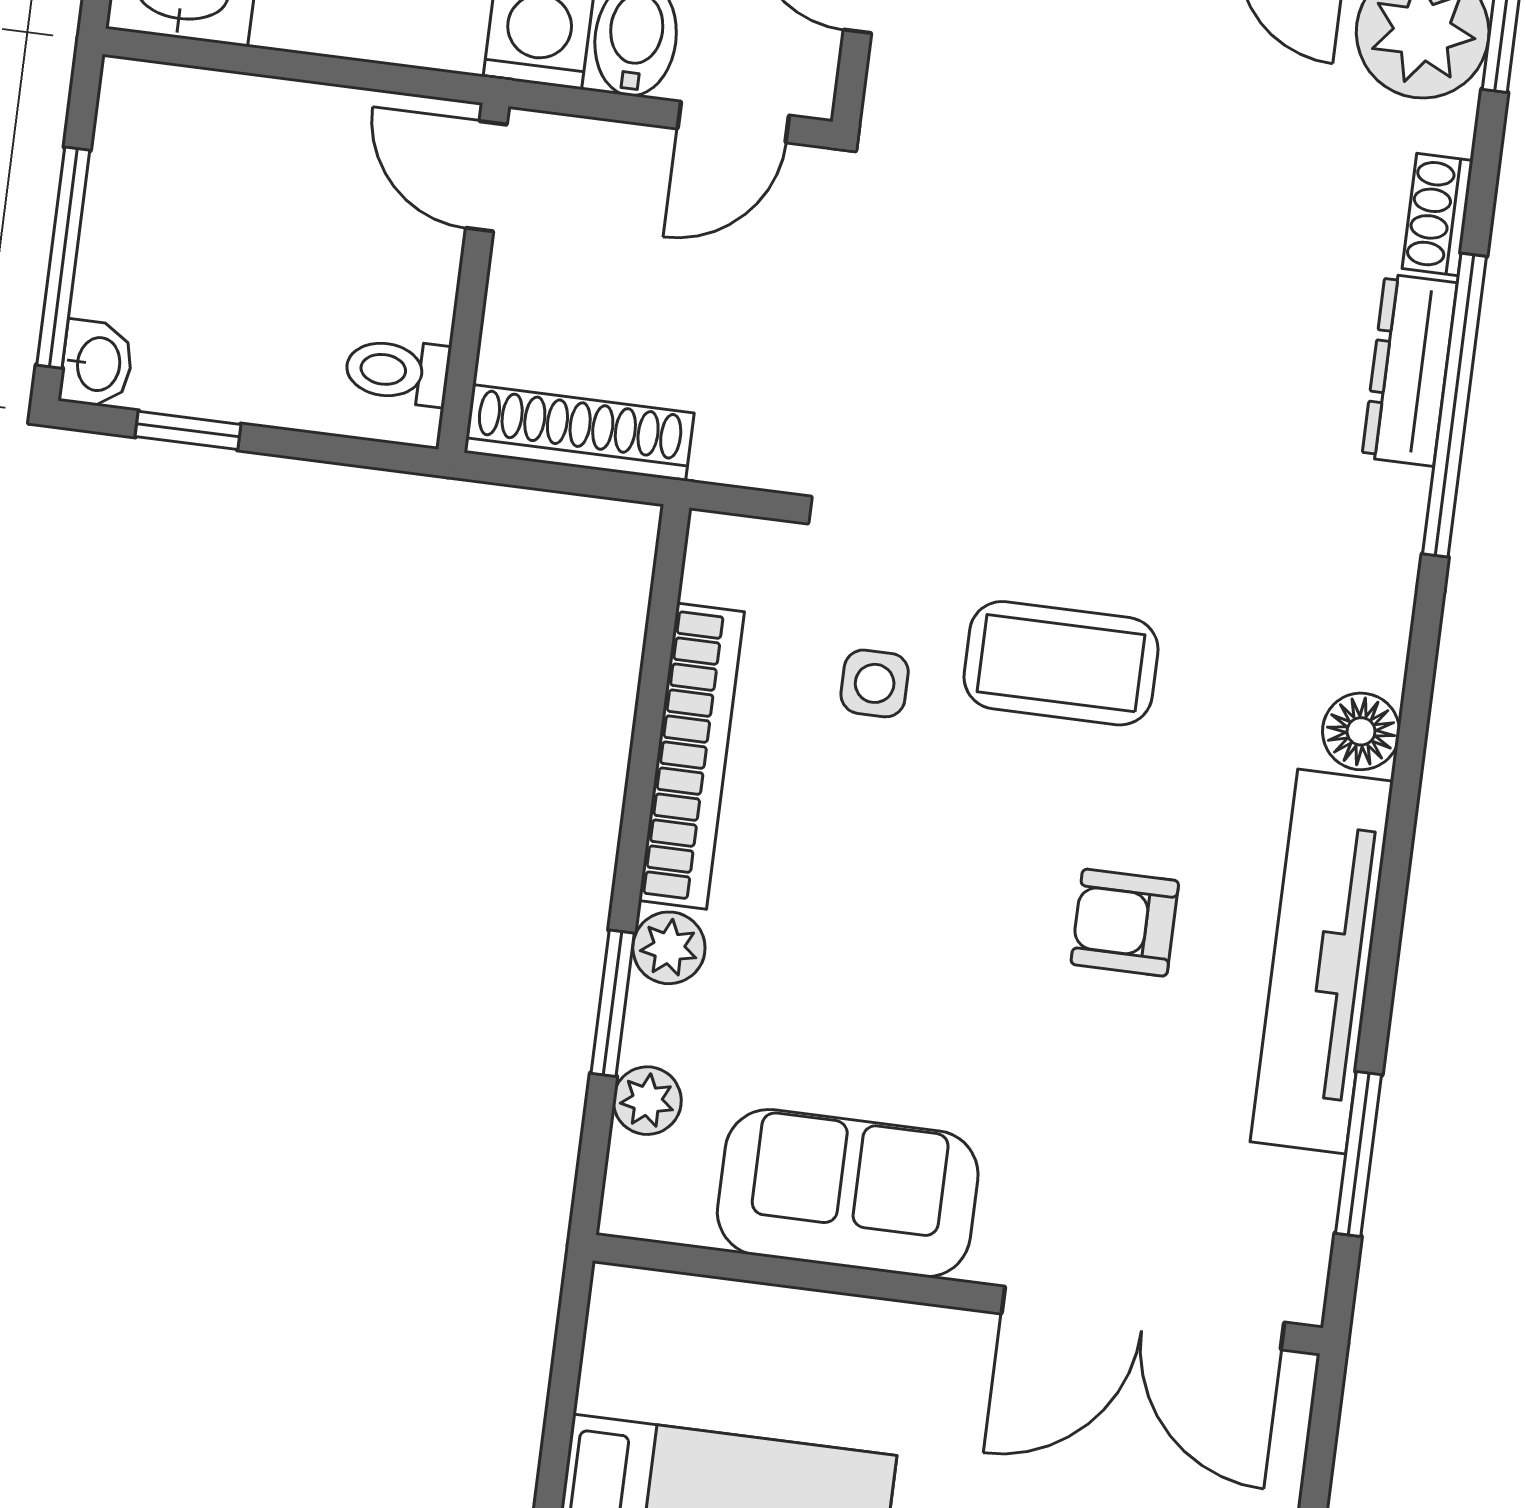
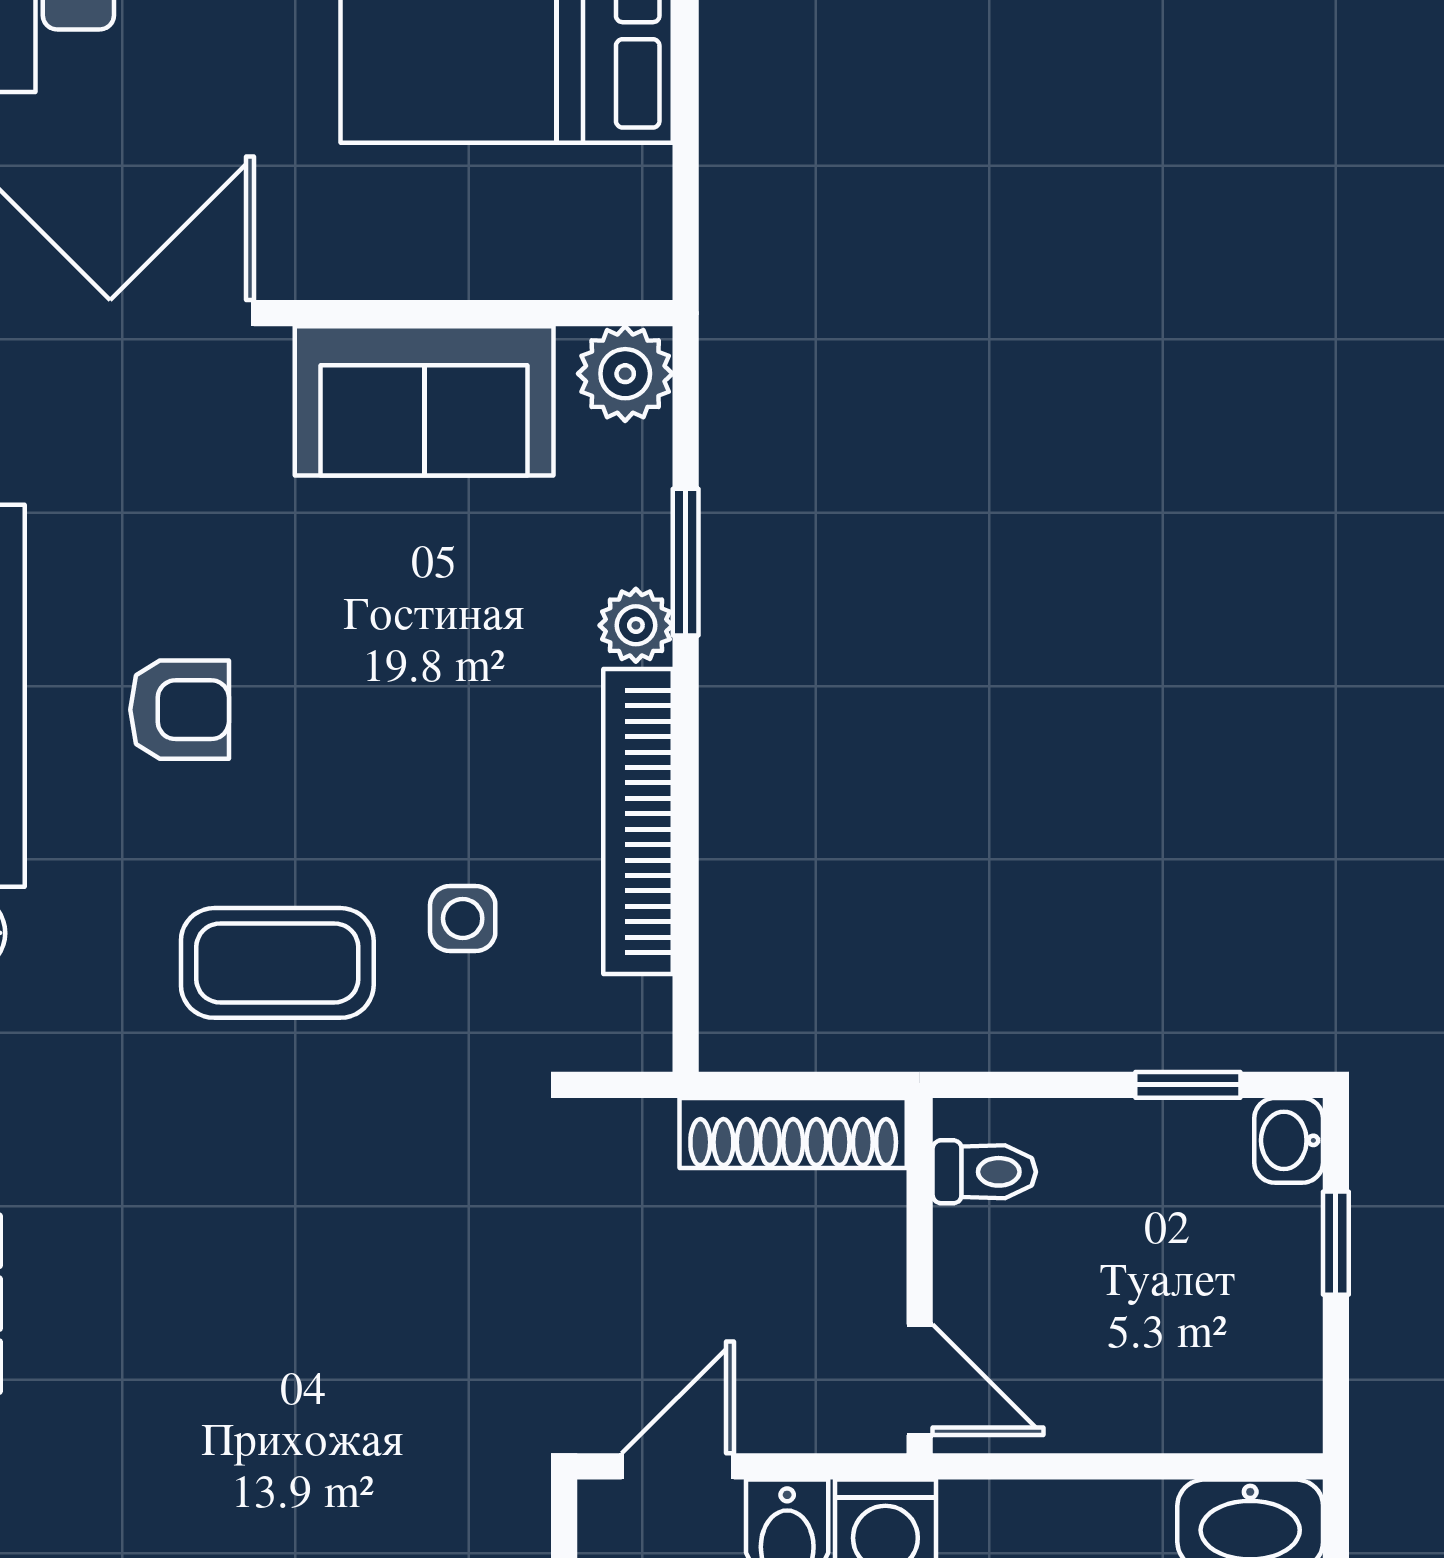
window: (63, 258) -> (1336, 1243), width x0.46
plant: (647, 1101) -> (625, 374), moved, width x1.38, depth x1.38

